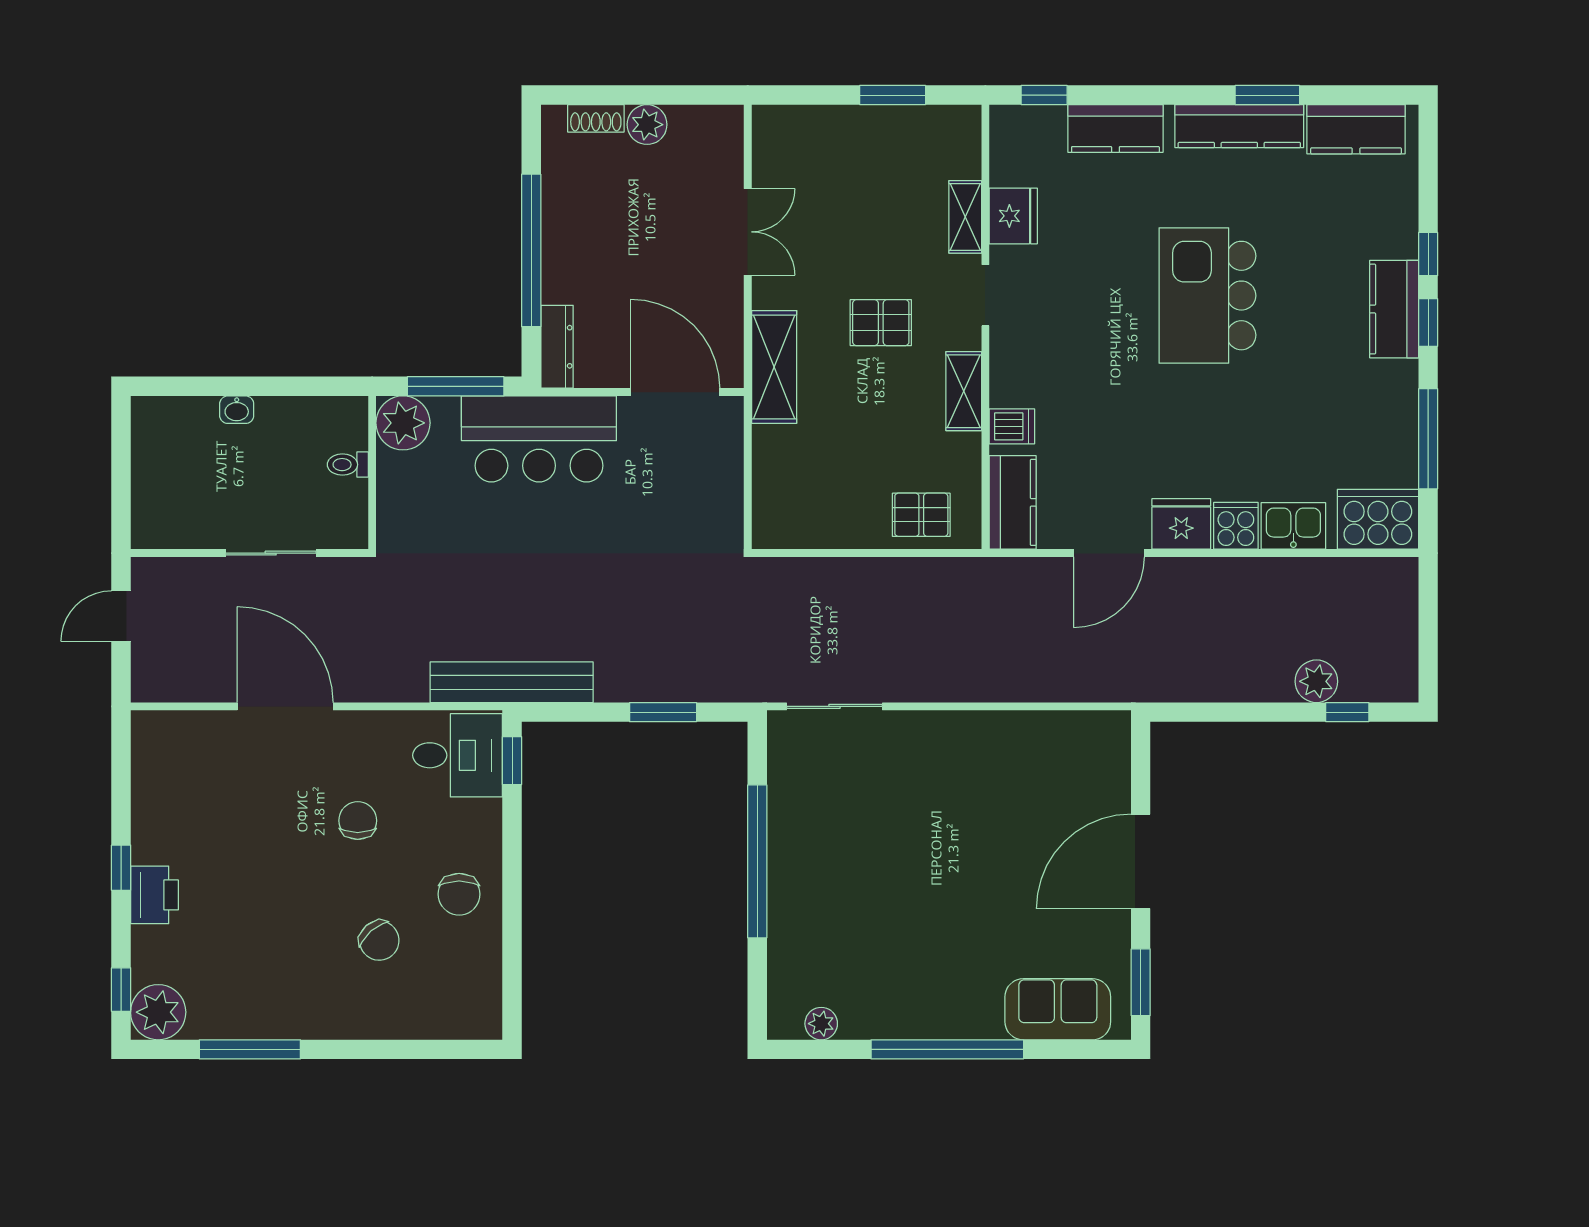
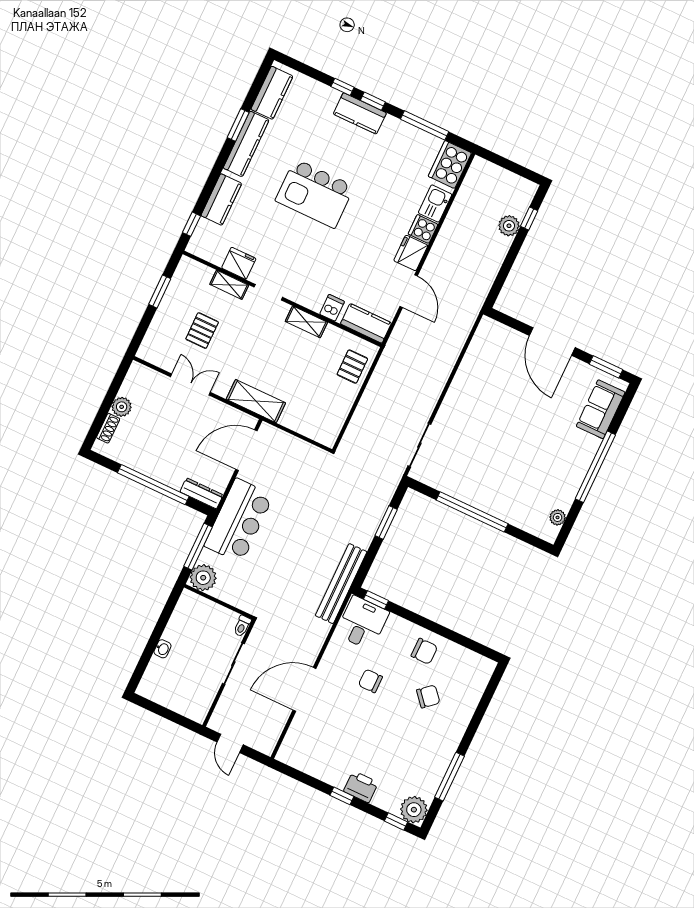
pallet: (881, 323) -> (202, 331), moved
toilet: (348, 465) -> (242, 626), moved

